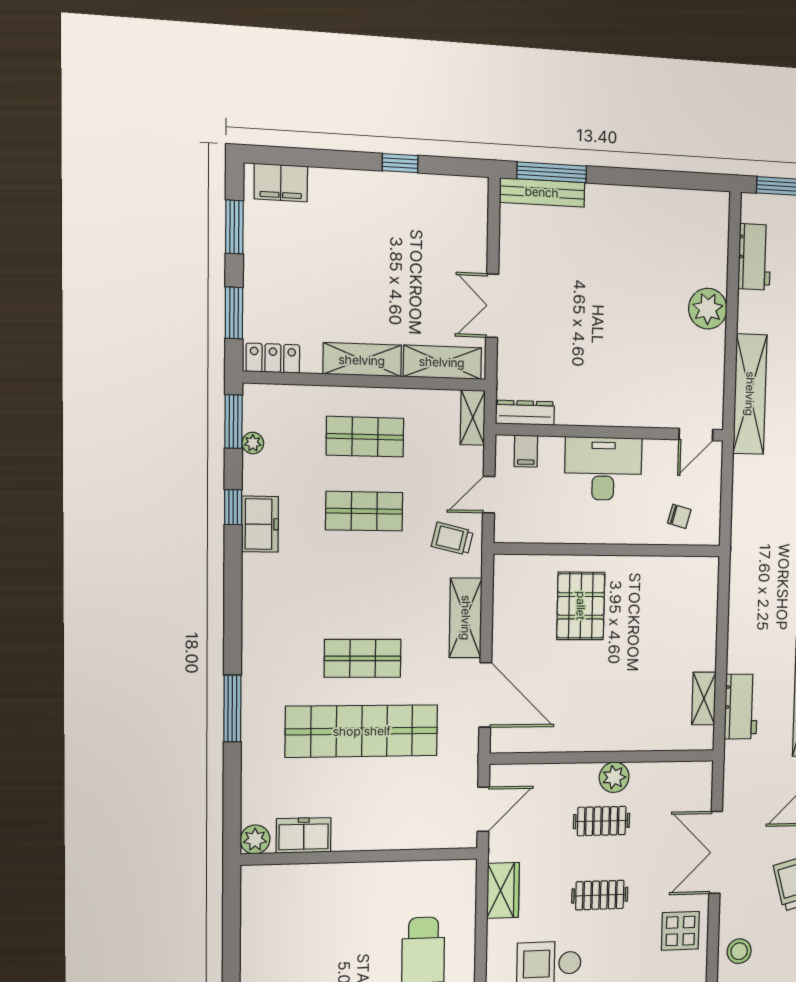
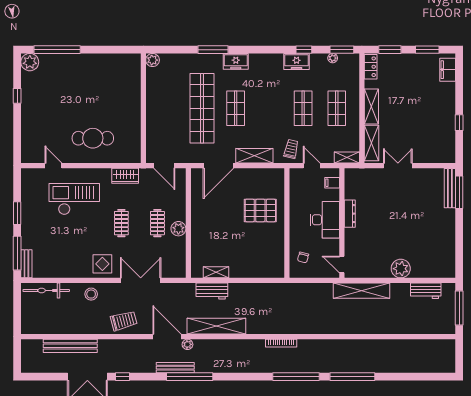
dresser: (525, 413) -> (350, 214), moved
freezer: (304, 835) -> (236, 61), moved, turned 90

